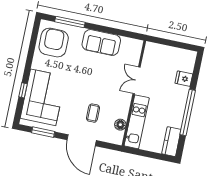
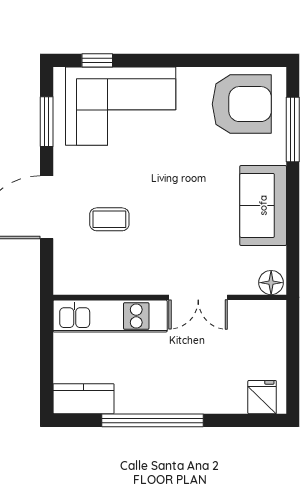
fridge: (184, 79) -> (262, 397), moved
double door: (137, 80) -> (198, 297), swing flipped
window: (23, 90) -> (97, 60), moved
floor lamp: (120, 125) -> (271, 283), moved

